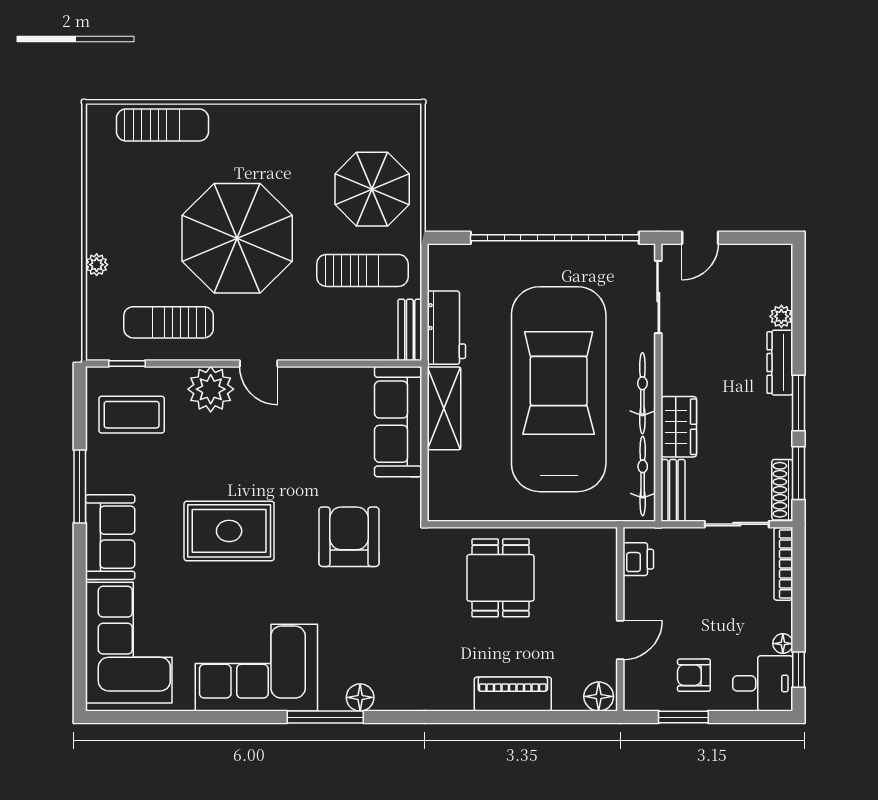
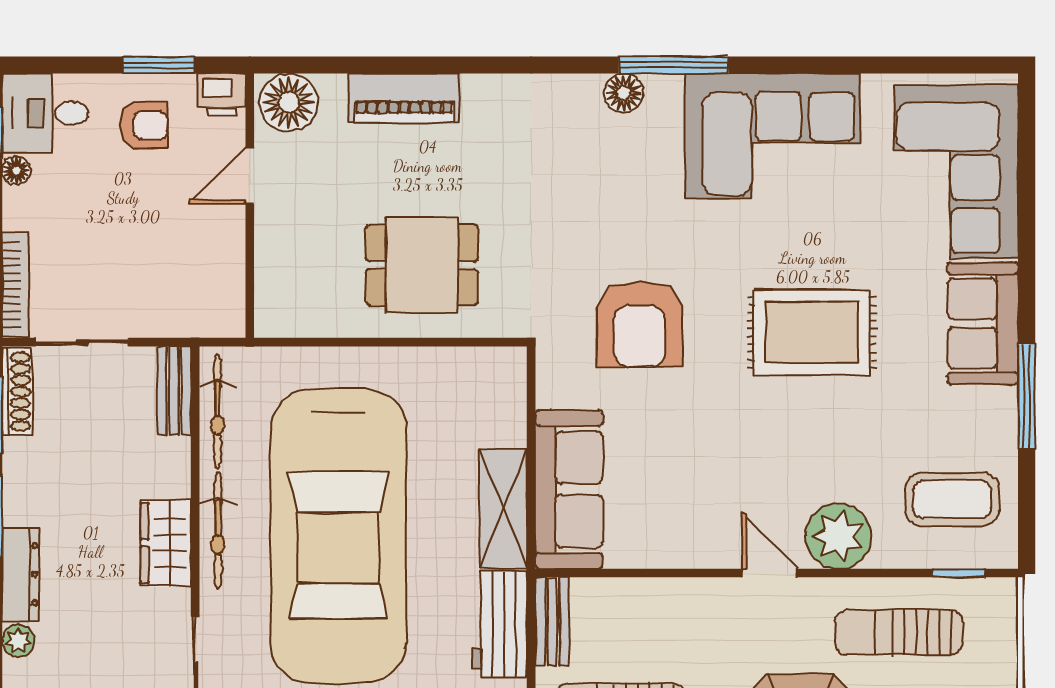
sun lounger: (169, 322) -> (899, 632), turned 180
wardrobe: (679, 427) -> (166, 543), moved
printer: (638, 559) -> (222, 95), moved, turned -90
dining table: (501, 578) -> (422, 265), turned 90
floor lamp: (599, 696) -> (289, 102), width x1.38, depth x1.38

